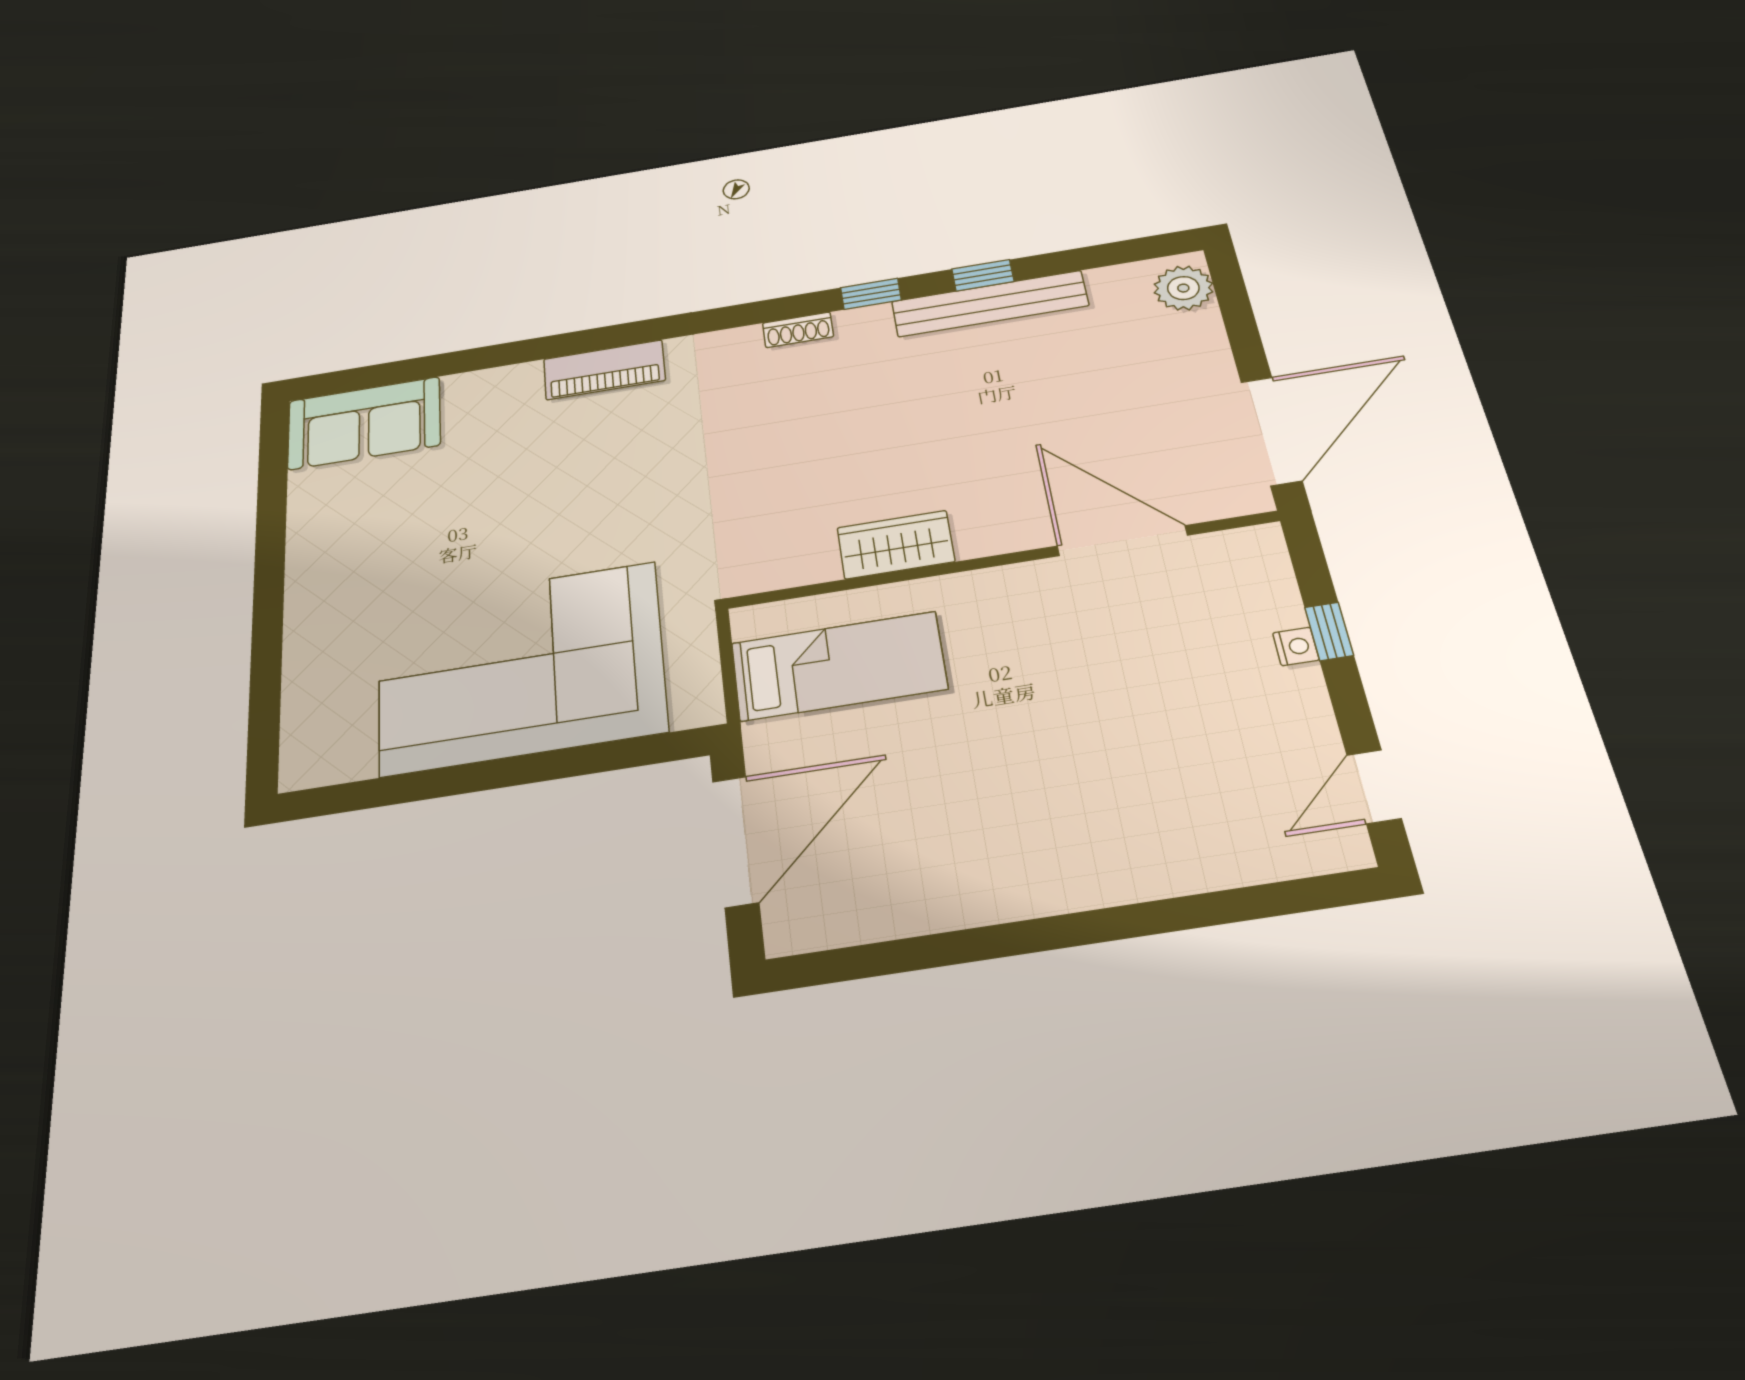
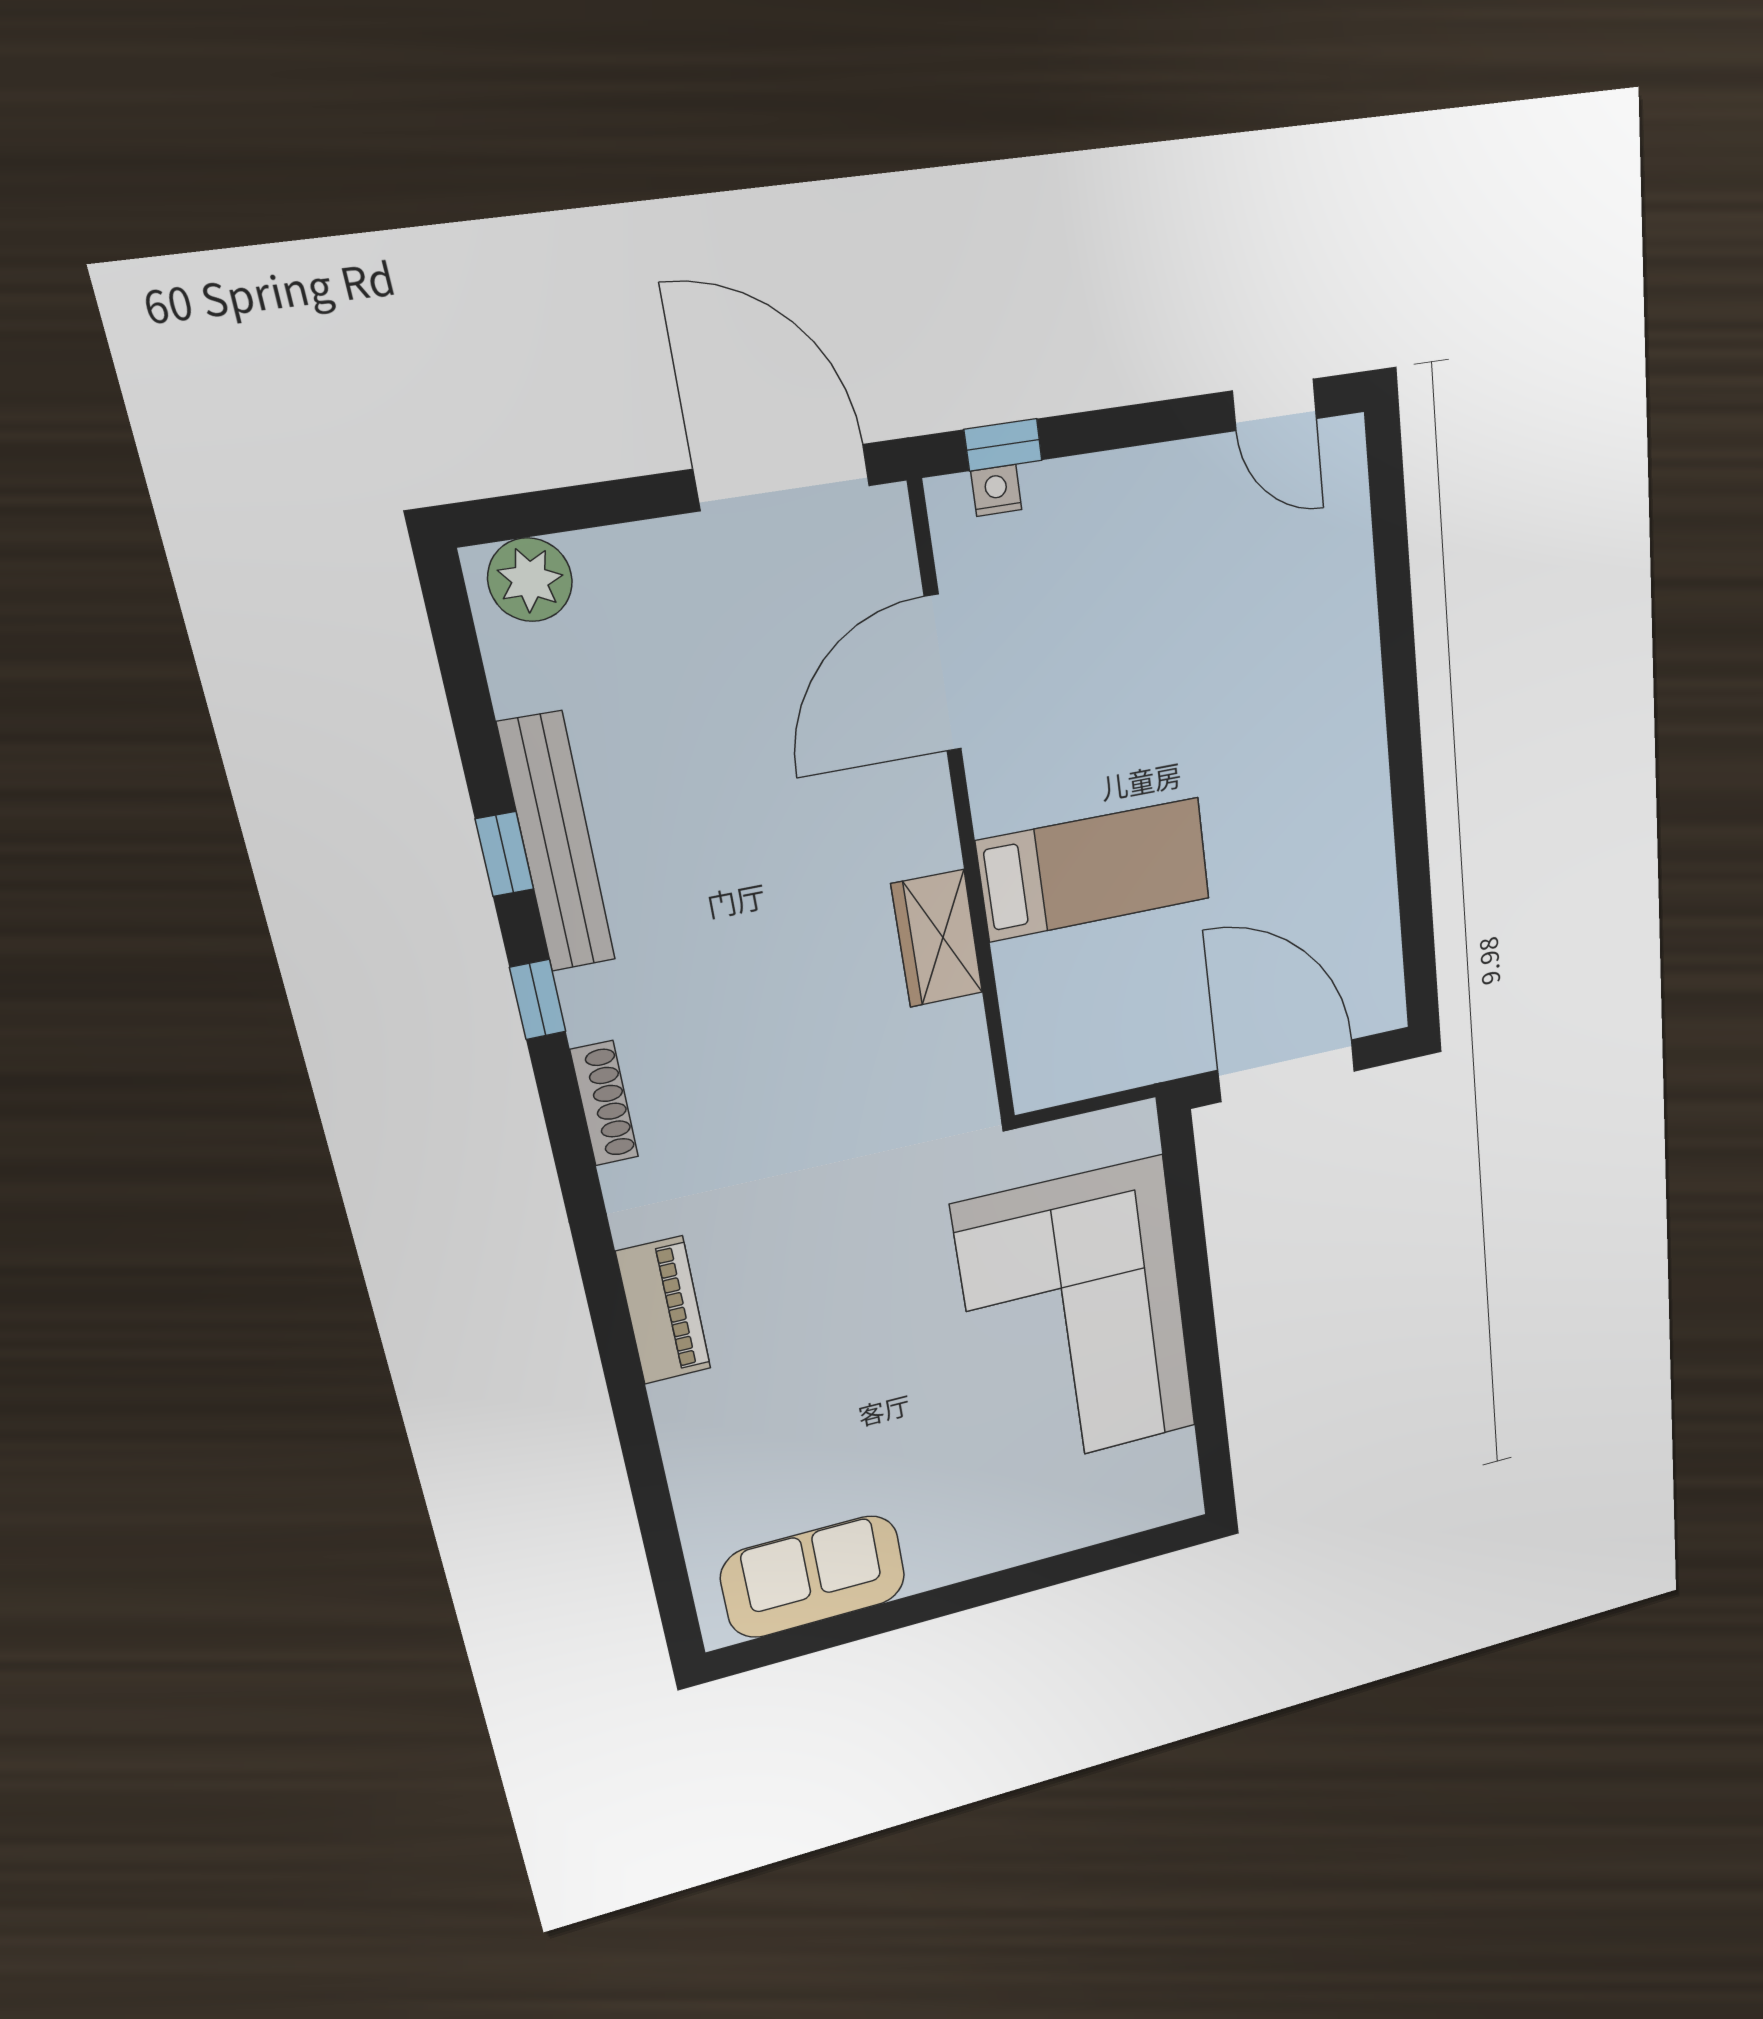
shoe rack: (798, 330) -> (604, 1103), width x1.43
sofa: (364, 423) -> (813, 1577), moved, turned -90
window: (1329, 631) -> (1003, 445), moved
nightstand: (1296, 646) -> (996, 490), moved
bed: (839, 666) -> (1094, 870), moved, turned 90

